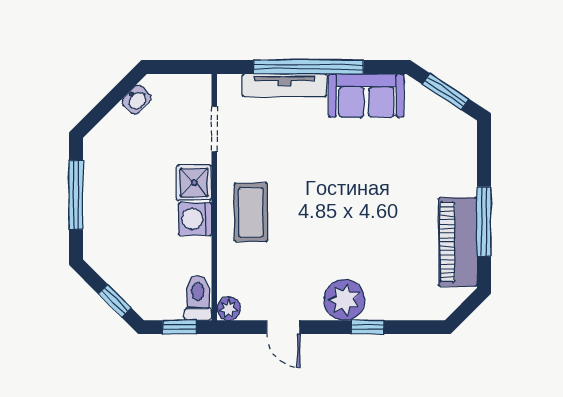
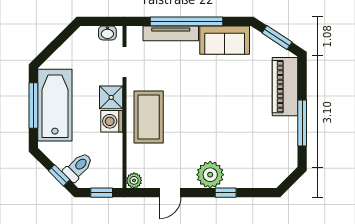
washbasin: (137, 100) -> (107, 33), moved, turned 45
bathtub: (109, 194) -> (55, 105), added
coffee table: (251, 212) -> (149, 117), width x1.36, depth x1.32
piano: (458, 242) -> (285, 87), moved
toilet: (198, 298) -> (78, 167), moved, turned 45
door: (283, 327) -> (170, 193), hinge flipped

